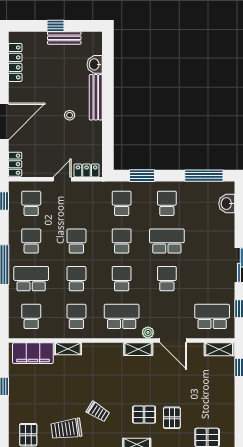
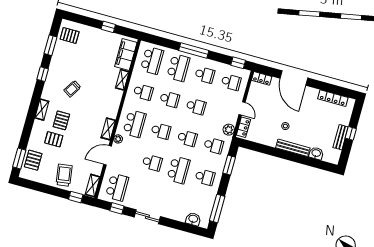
plant: (95, 189) -> (229, 130), added
school desk: (31, 316) -> (152, 60), width x1.85
trolley: (66, 429) -> (64, 175), moved

